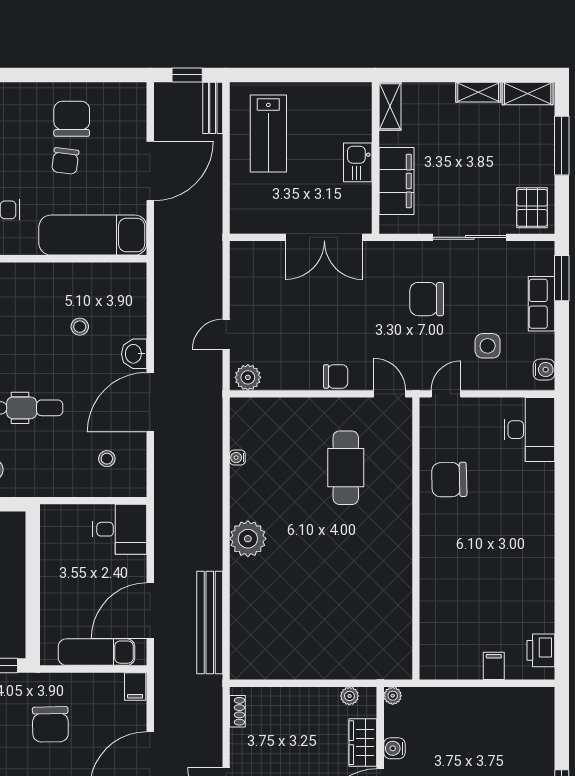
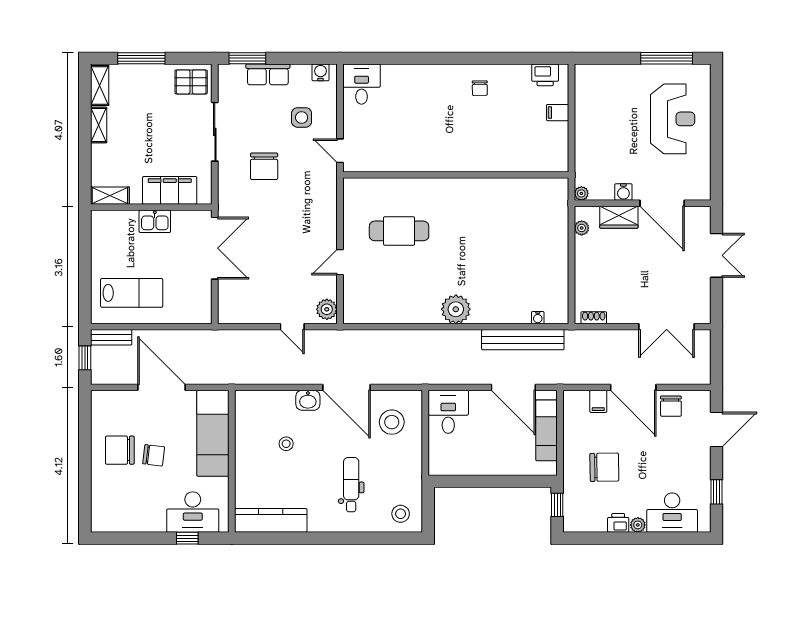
chair: (336, 376) -> (326, 239), removed
door: (390, 394) -> (340, 262), moved
desk: (529, 430) -> (362, 84), width x0.73
water cooler: (237, 458) -> (538, 318), moved
stool: (107, 459) -> (392, 422), width x1.89, depth x1.89
chair: (449, 480) -> (480, 88), moved, width x0.54, depth x0.54
filing cabinet: (135, 687) -> (598, 401), moved, turned 90

